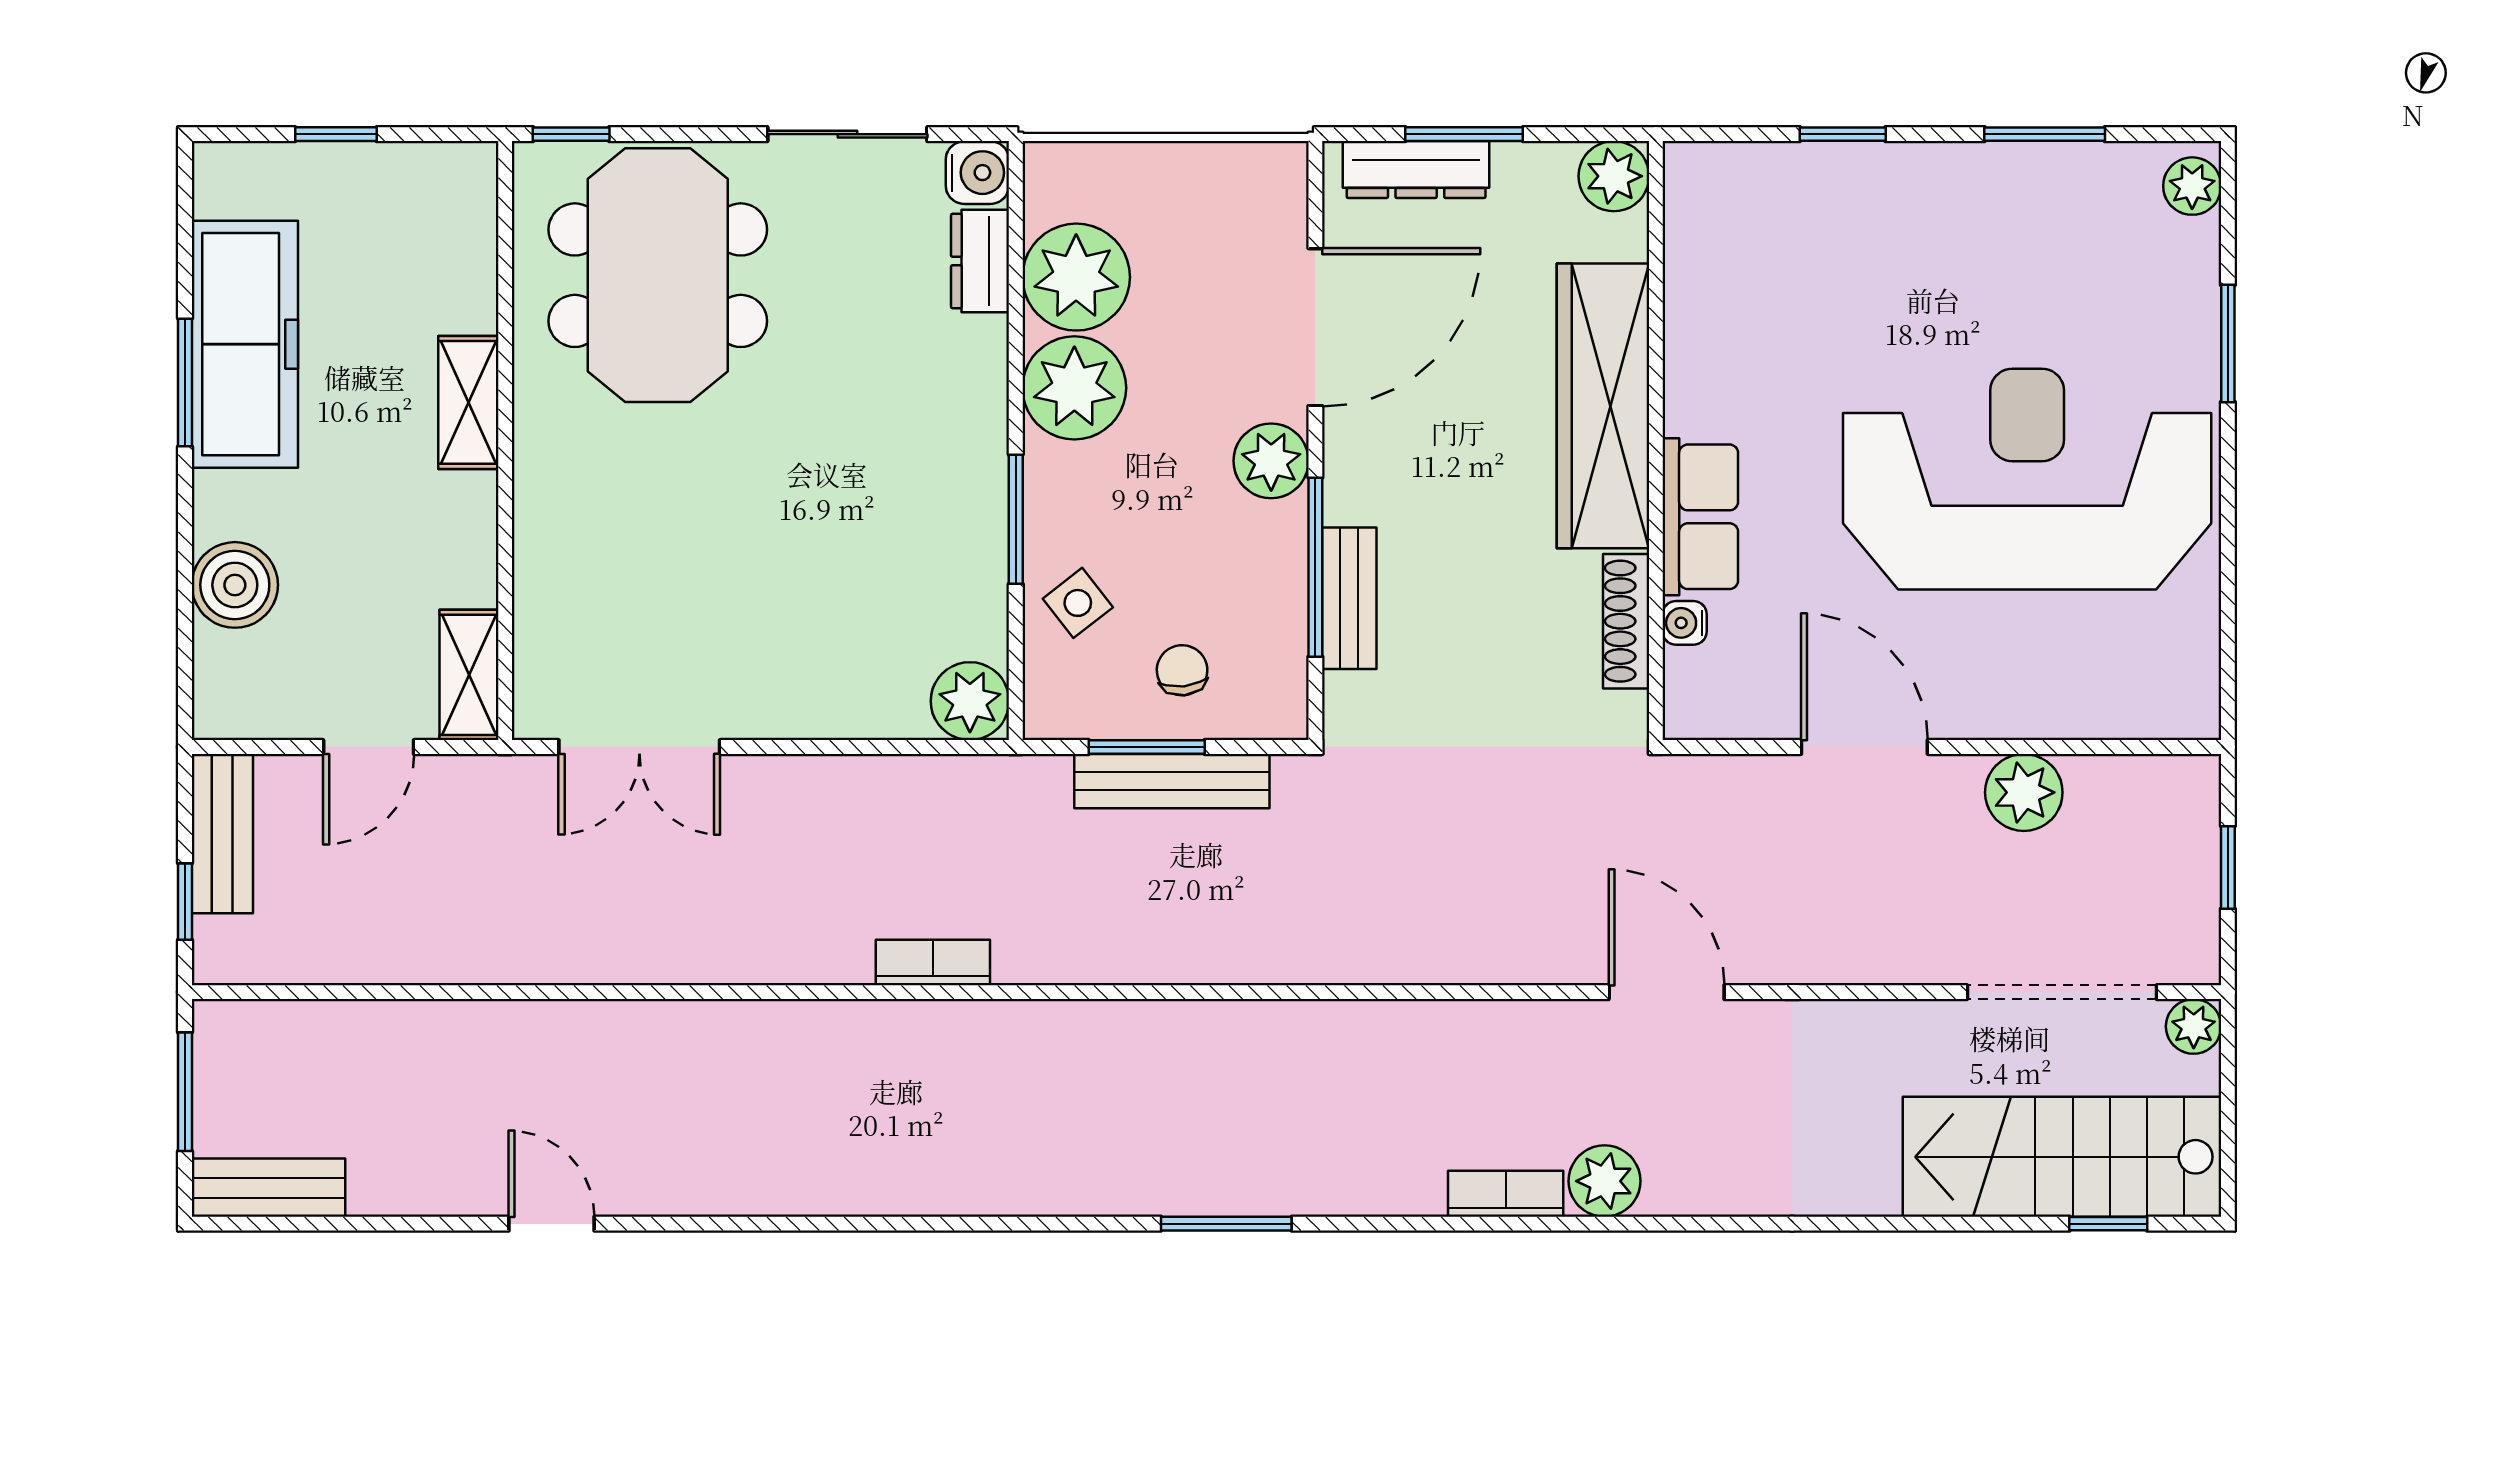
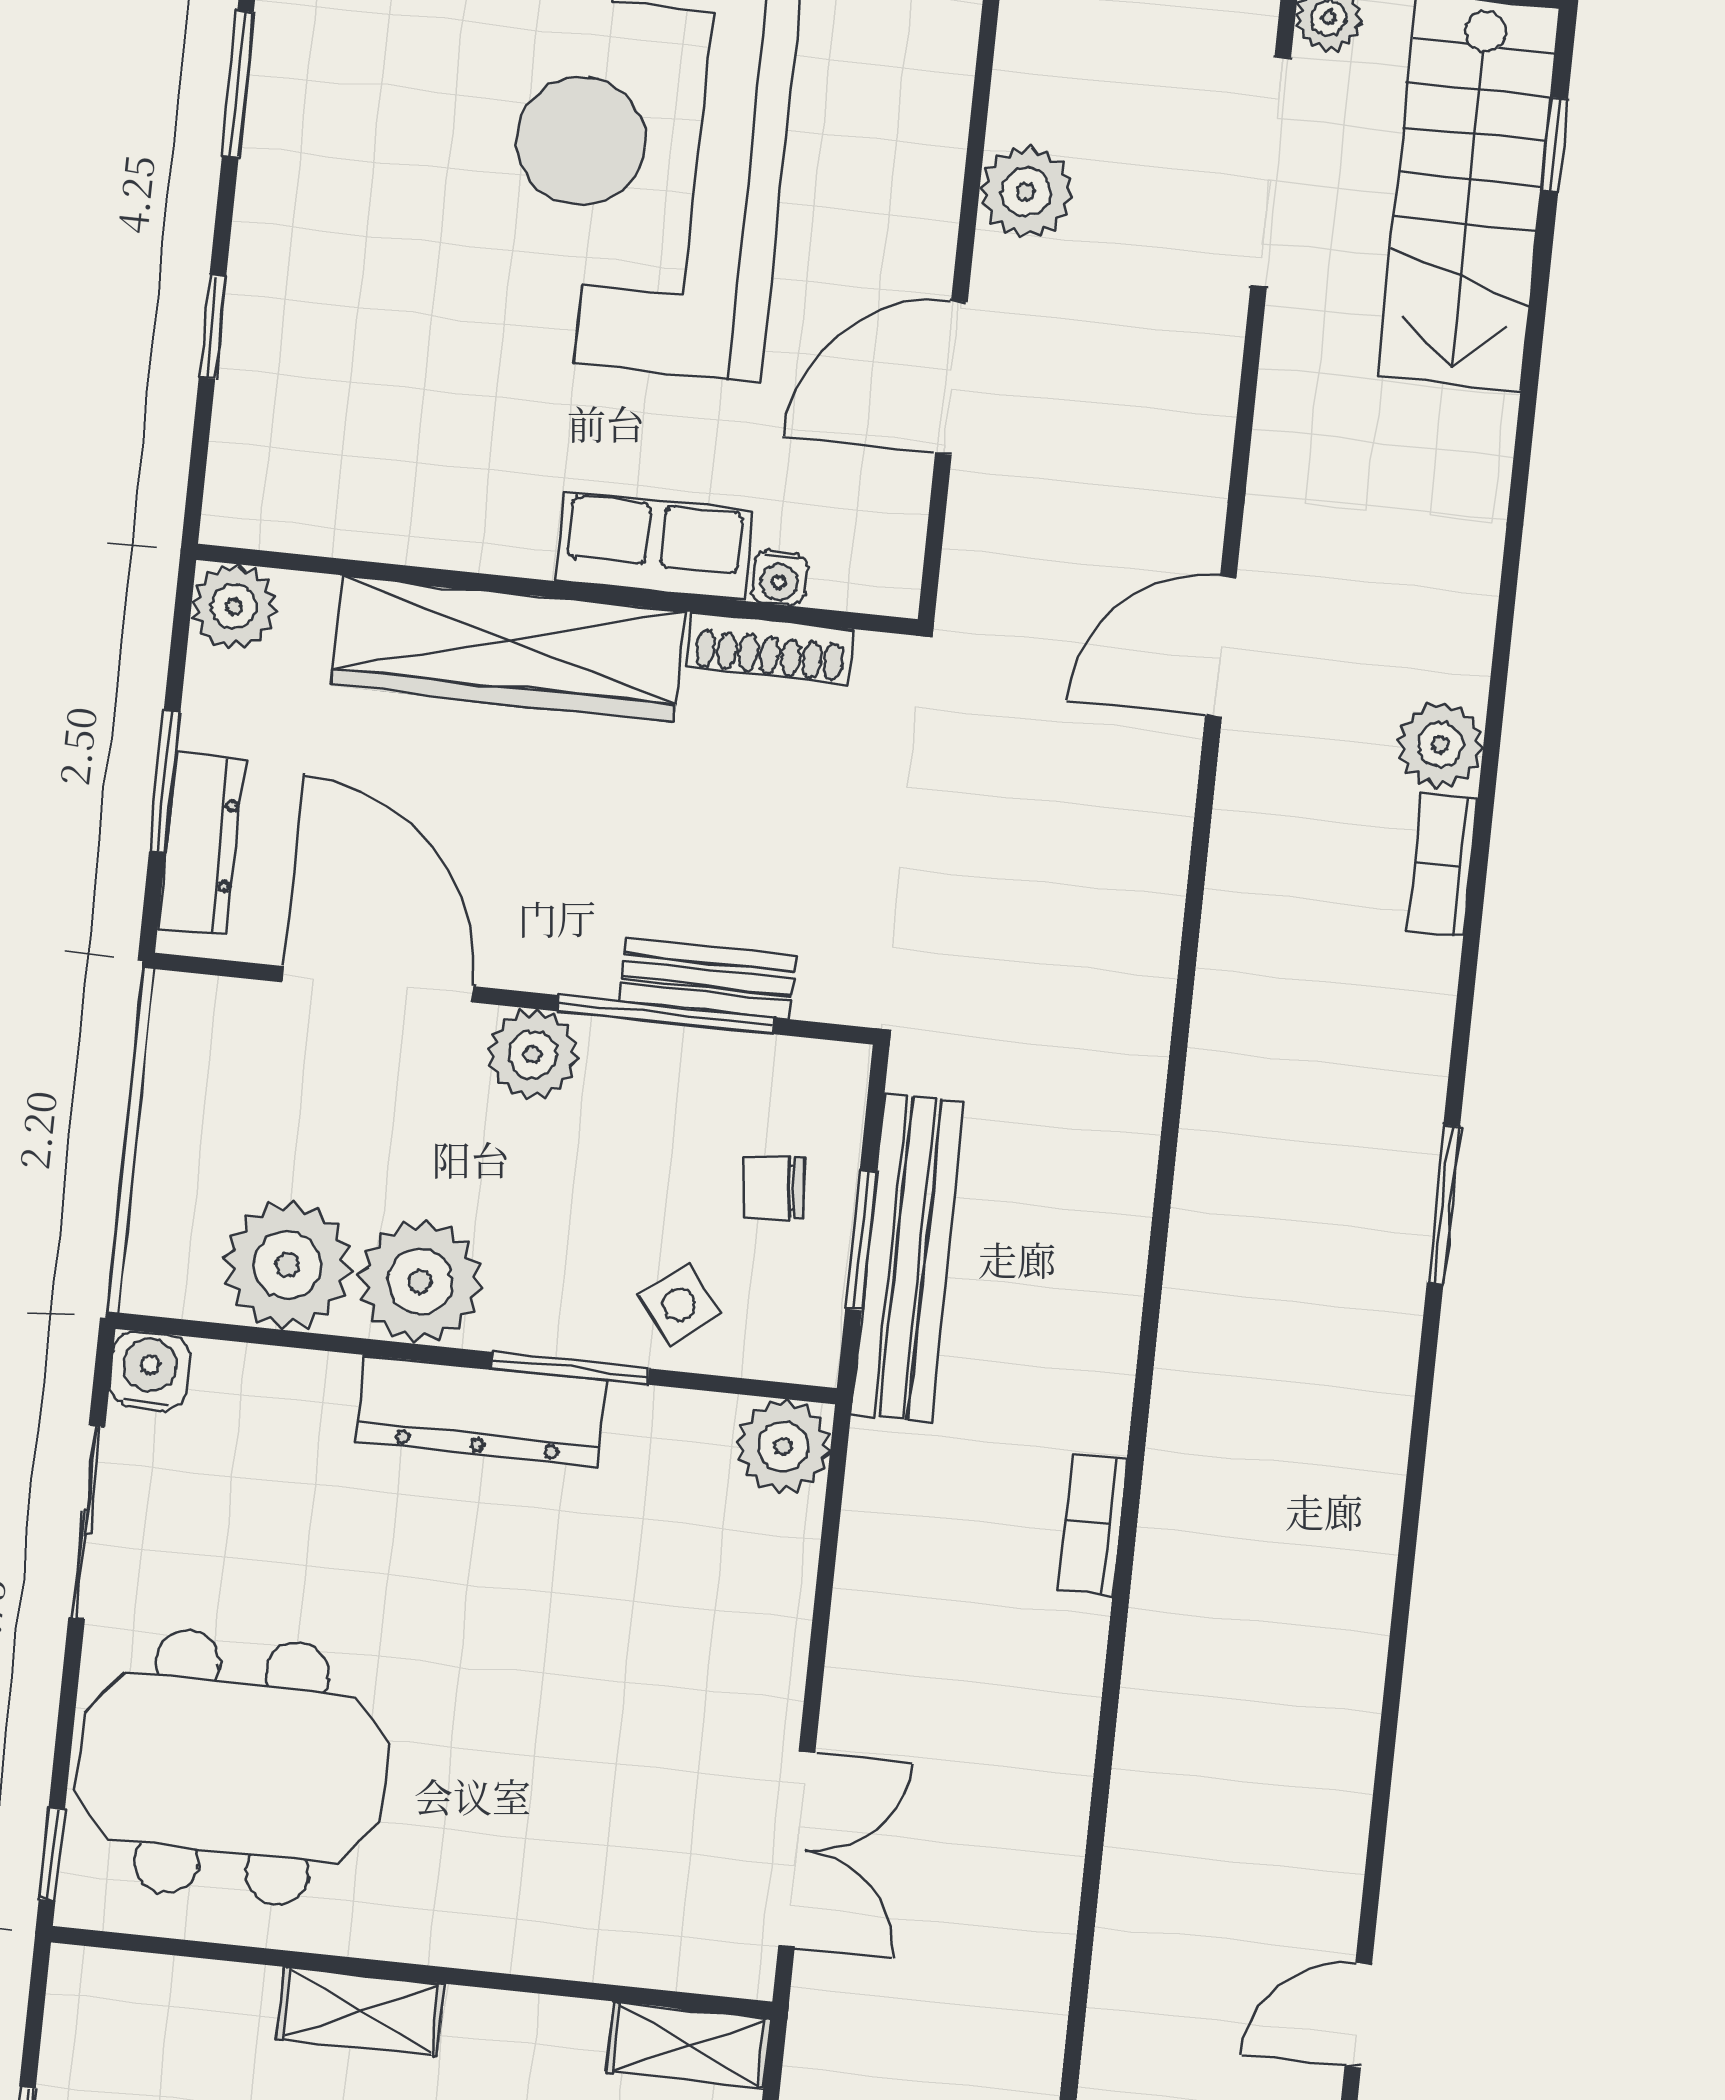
dresser: (980, 261) -> (481, 1411), moved, width x1.96, depth x1.24
bench: (1172, 781) -> (907, 1258), width x1.37, depth x1.21

